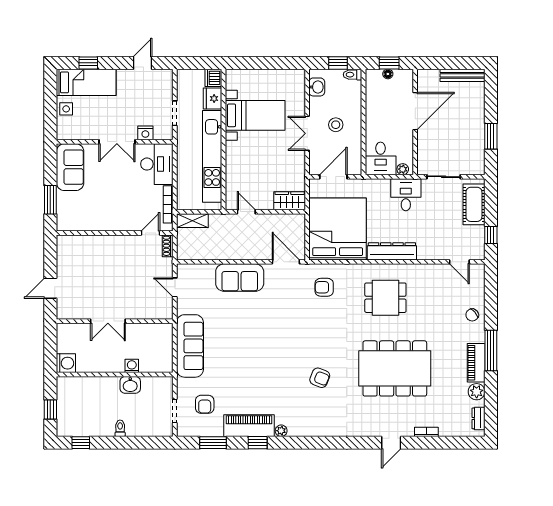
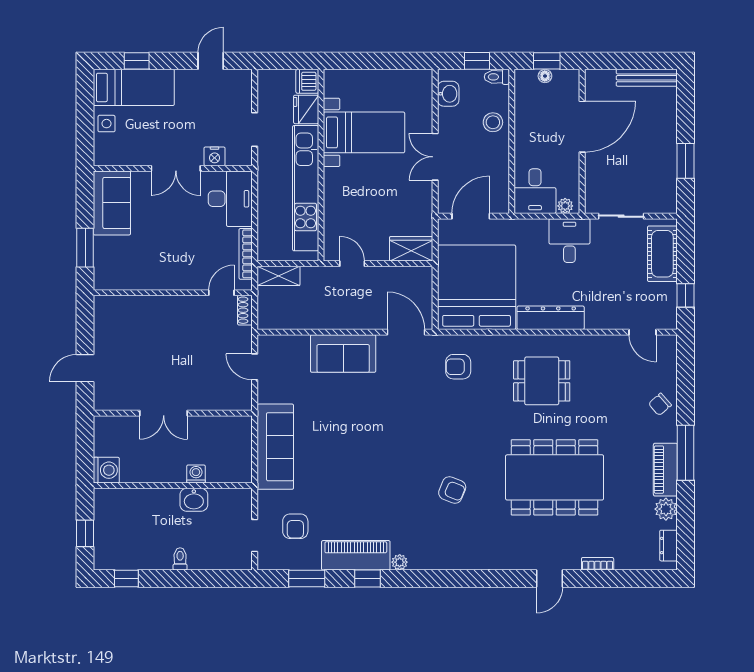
stool: (336, 125) -> (493, 122), moved

